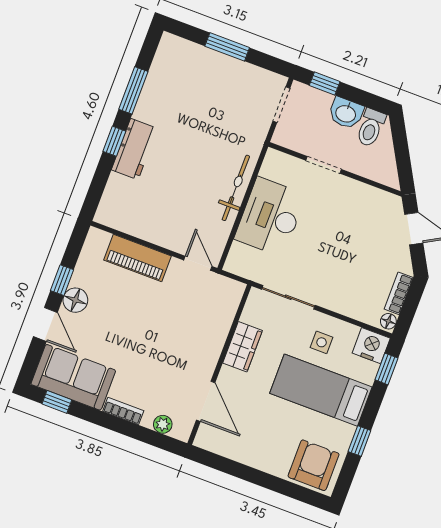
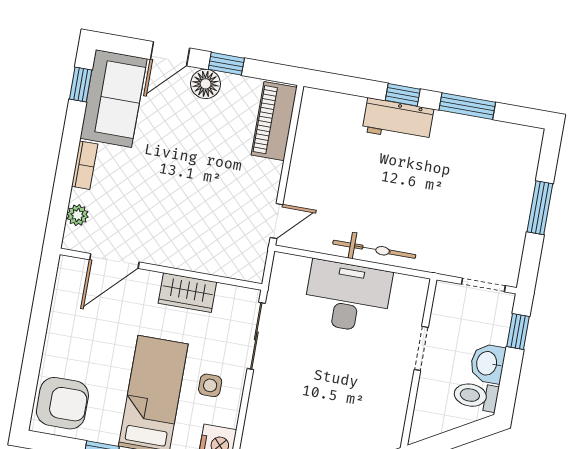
piano: (138, 258) -> (274, 121), moved

